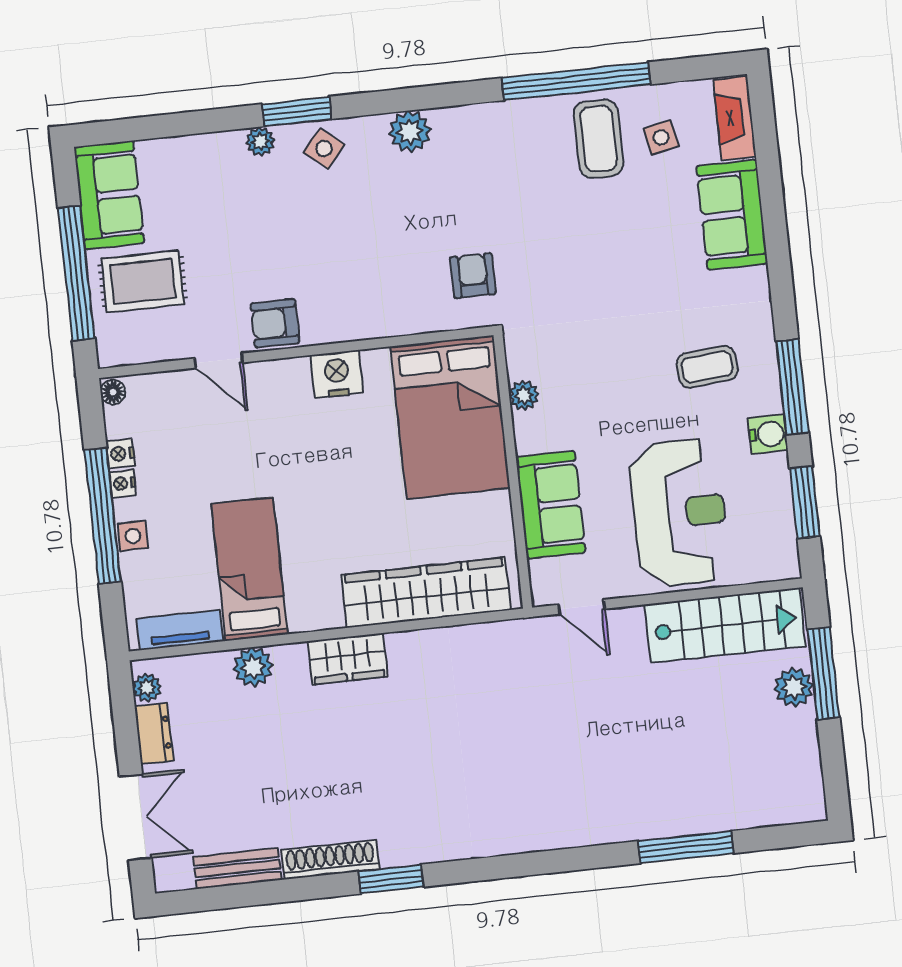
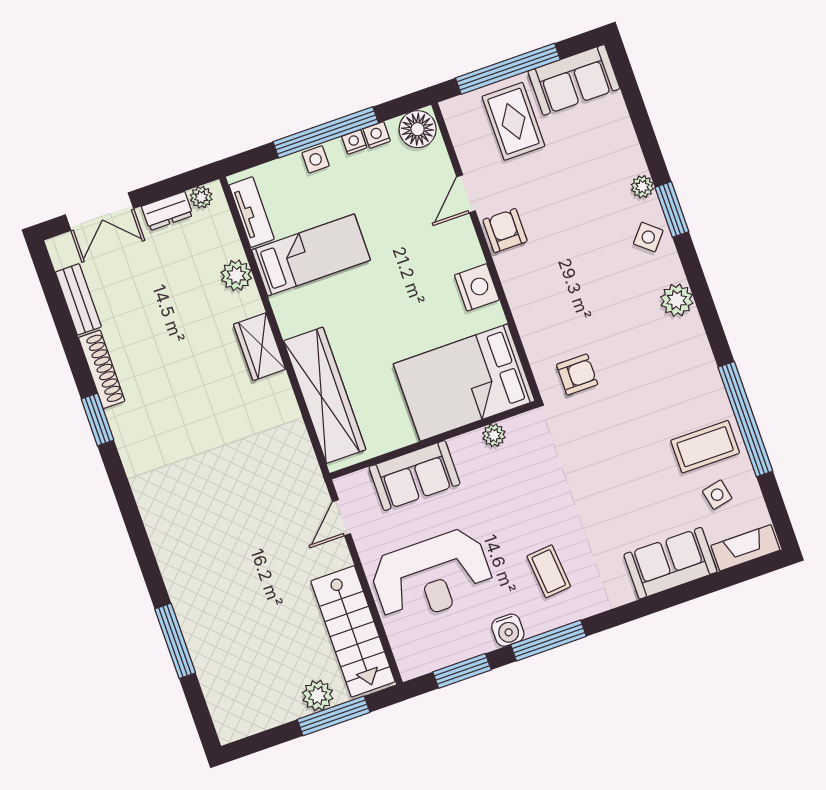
floor lamp: (113, 392) -> (418, 129), width x1.89, depth x1.89

